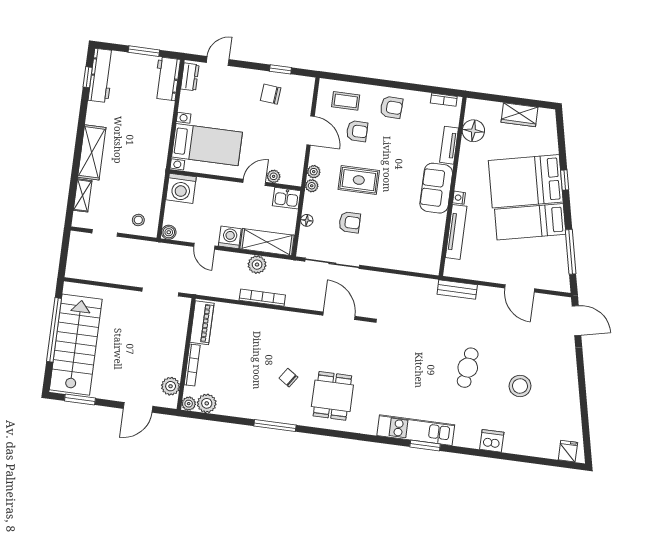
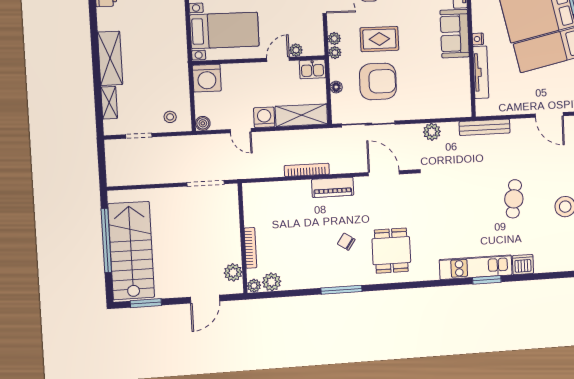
armchair: (350, 222) -> (378, 81), width x1.88, depth x1.88
plant: (257, 265) -> (432, 132), moved
bench: (457, 289) -> (485, 127), width x1.36
piano: (202, 323) -> (333, 187), moved, turned 90
dishwasher: (492, 441) -> (523, 265), moved

